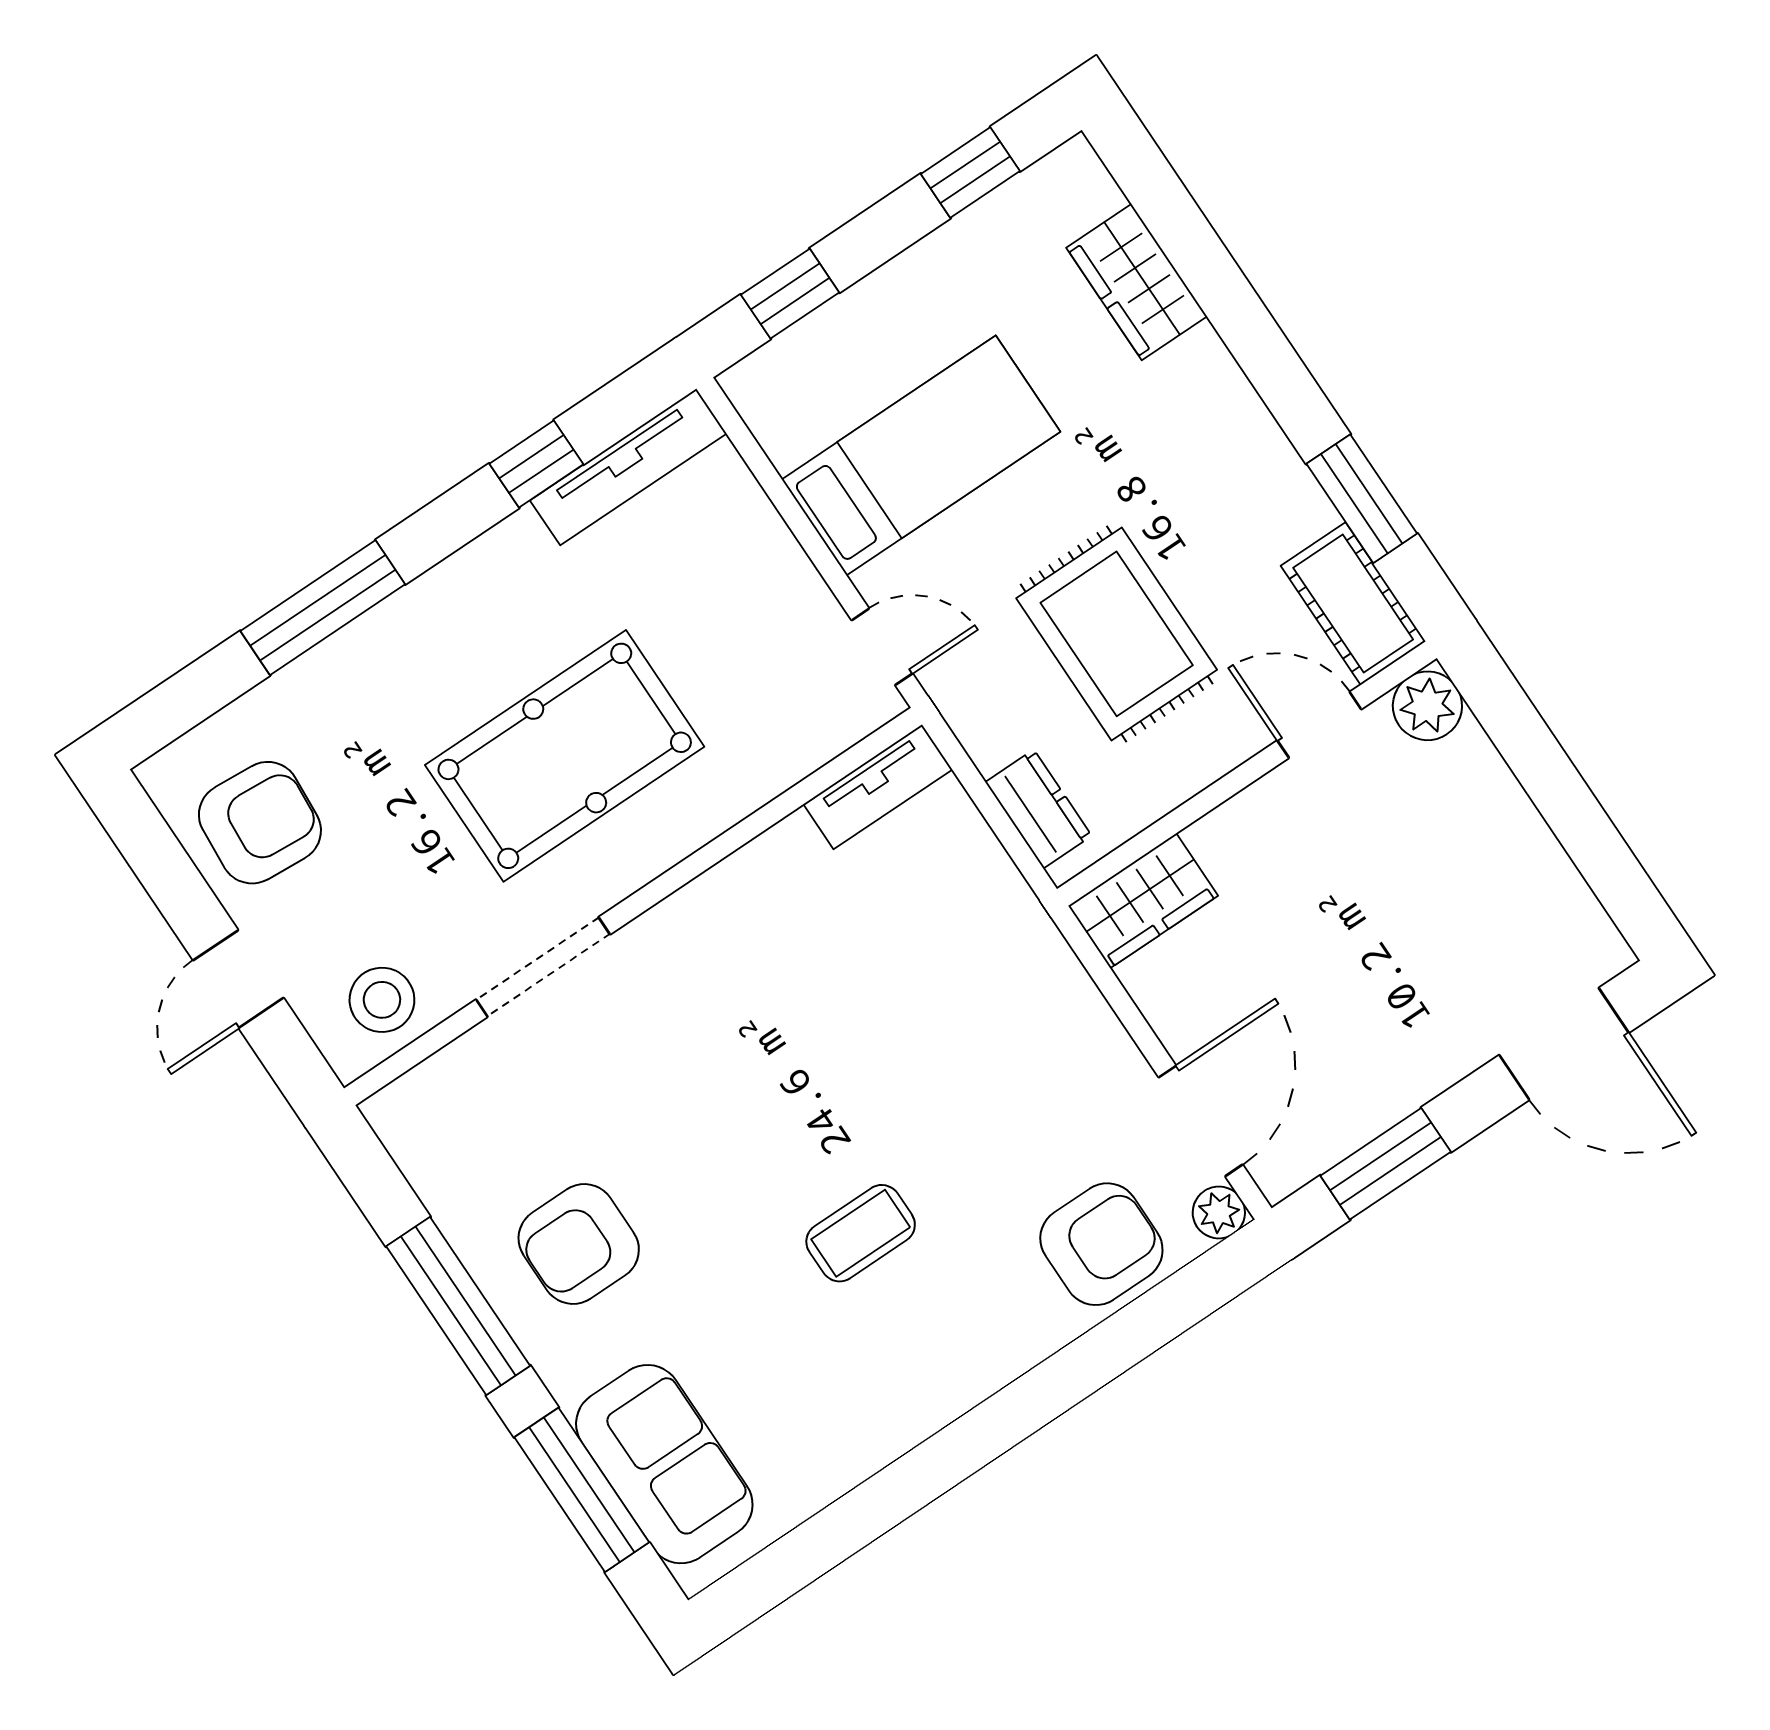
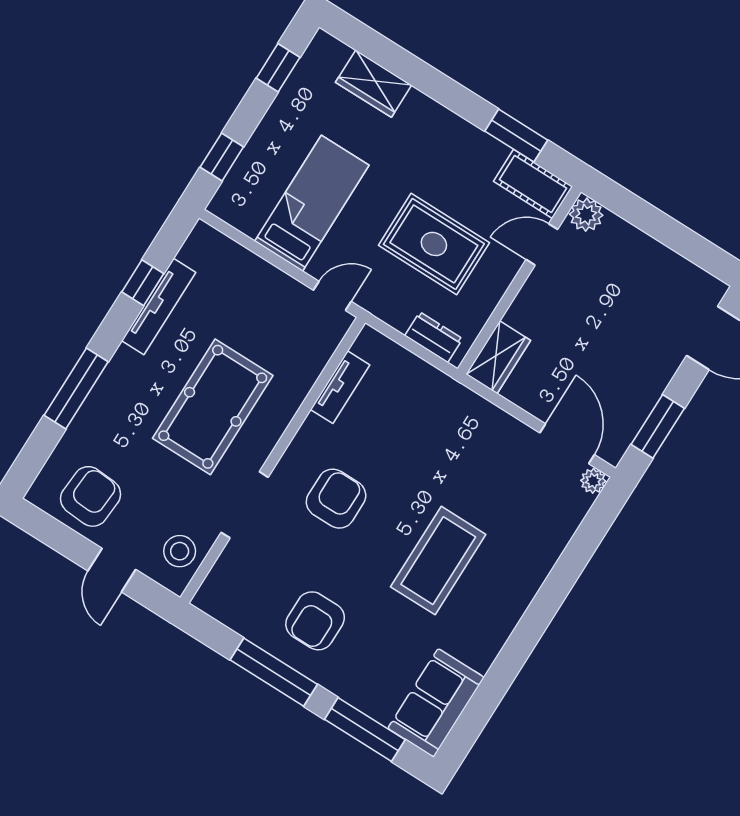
tv unit: (628, 467) -> (159, 306), moved
tv unit: (878, 787) -> (340, 387), moved
coffee table: (861, 1233) -> (438, 561), width x1.86, depth x1.72
armchair: (1101, 1244) -> (336, 499), moved
sofa: (664, 1464) -> (436, 703), moved, turned -90

